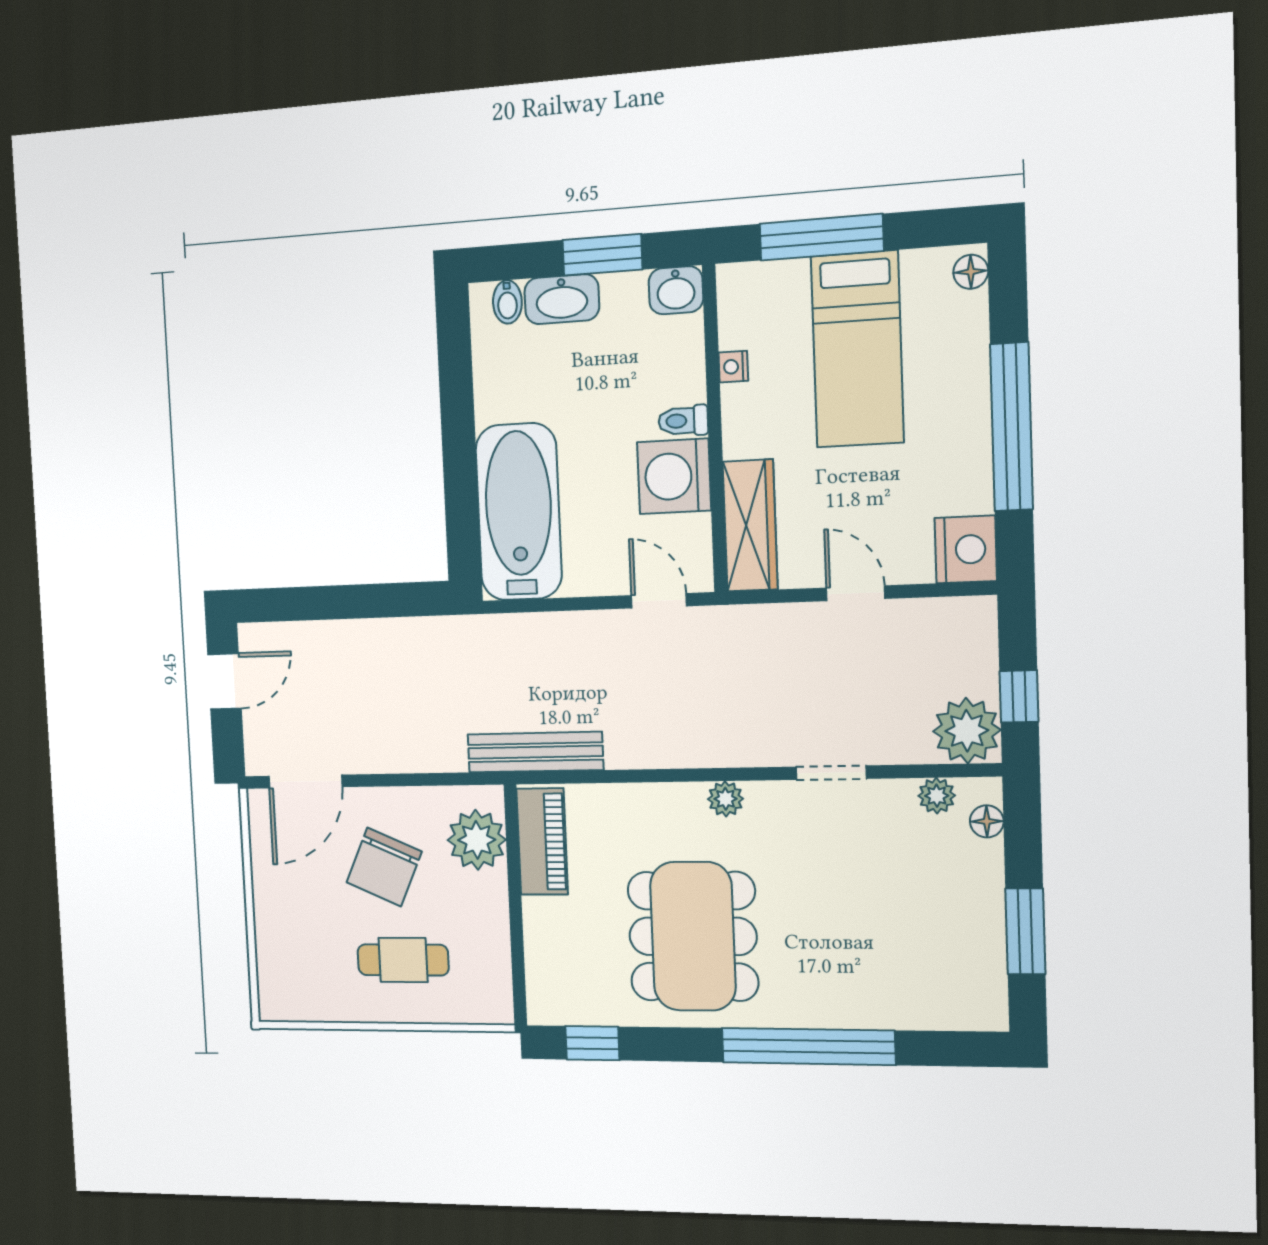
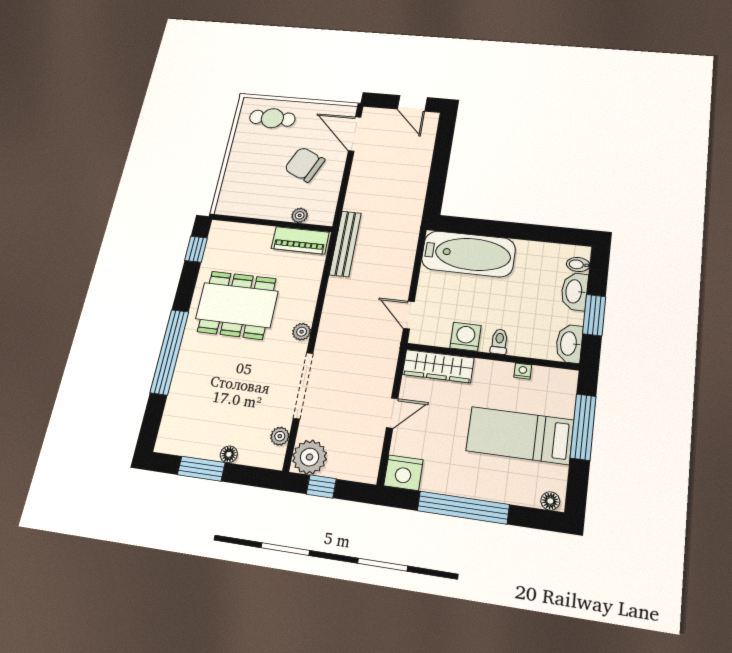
washbasin: (676, 290) -> (569, 344), width x1.38
washing machine: (674, 476) -> (465, 337), width x0.73, depth x0.73
door: (659, 601) -> (409, 315), swing flipped
doorway: (831, 773) -> (303, 386), width x1.88
floor lamp: (987, 821) -> (229, 454), moved
plant: (477, 840) -> (300, 215), width x0.53, depth x0.53
cafe table: (403, 960) -> (272, 118), moved, turned 90

